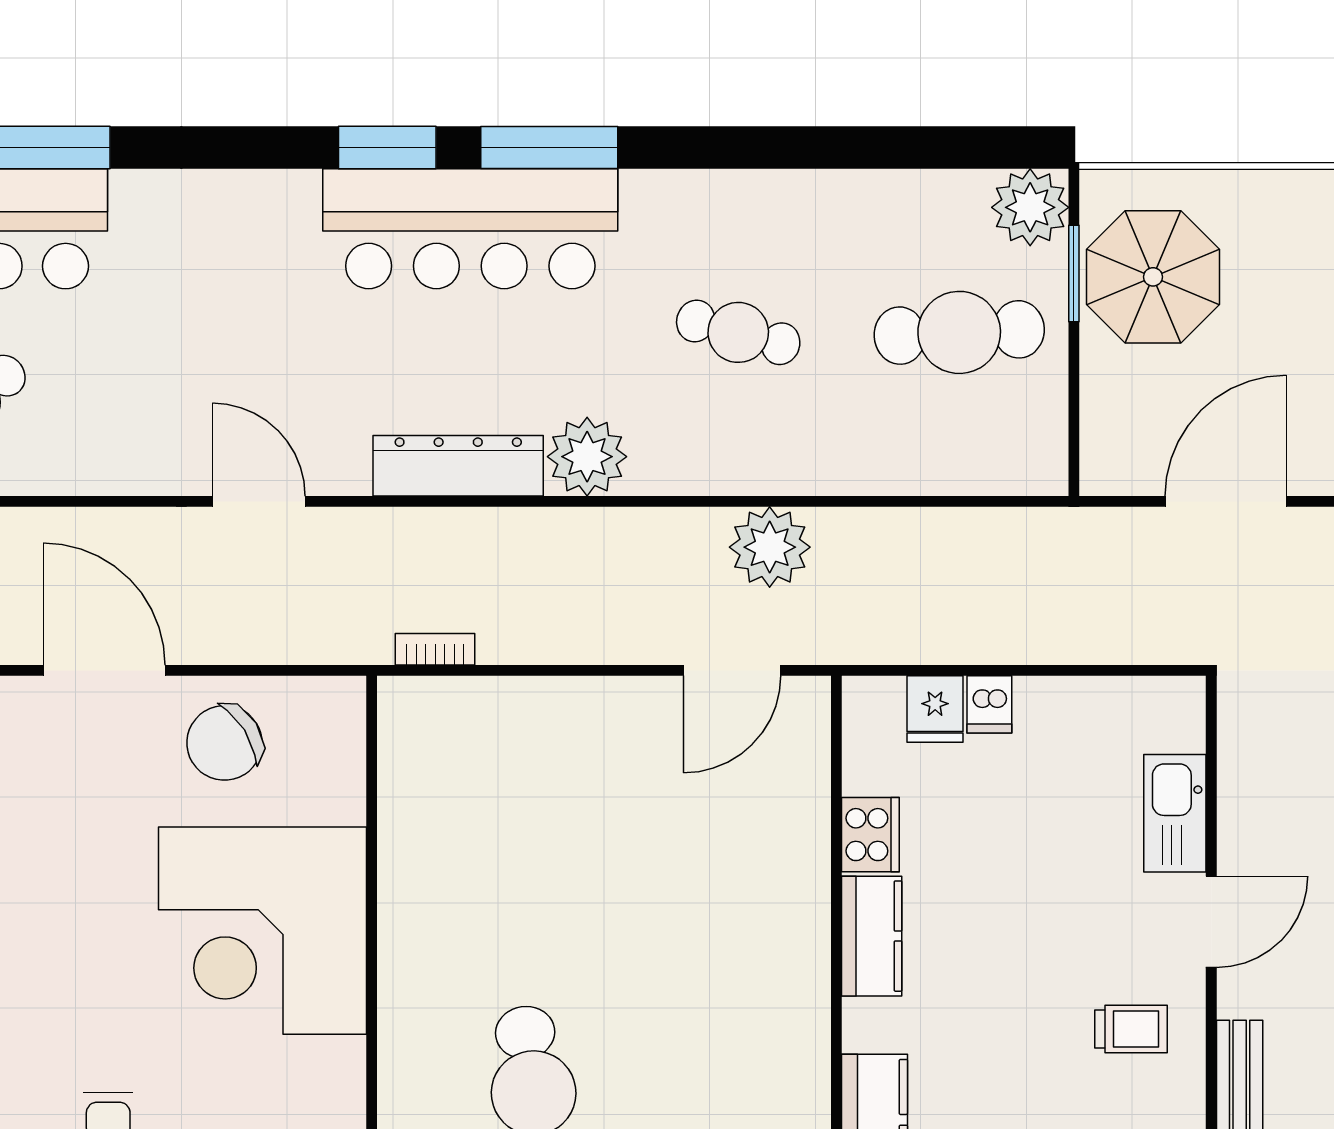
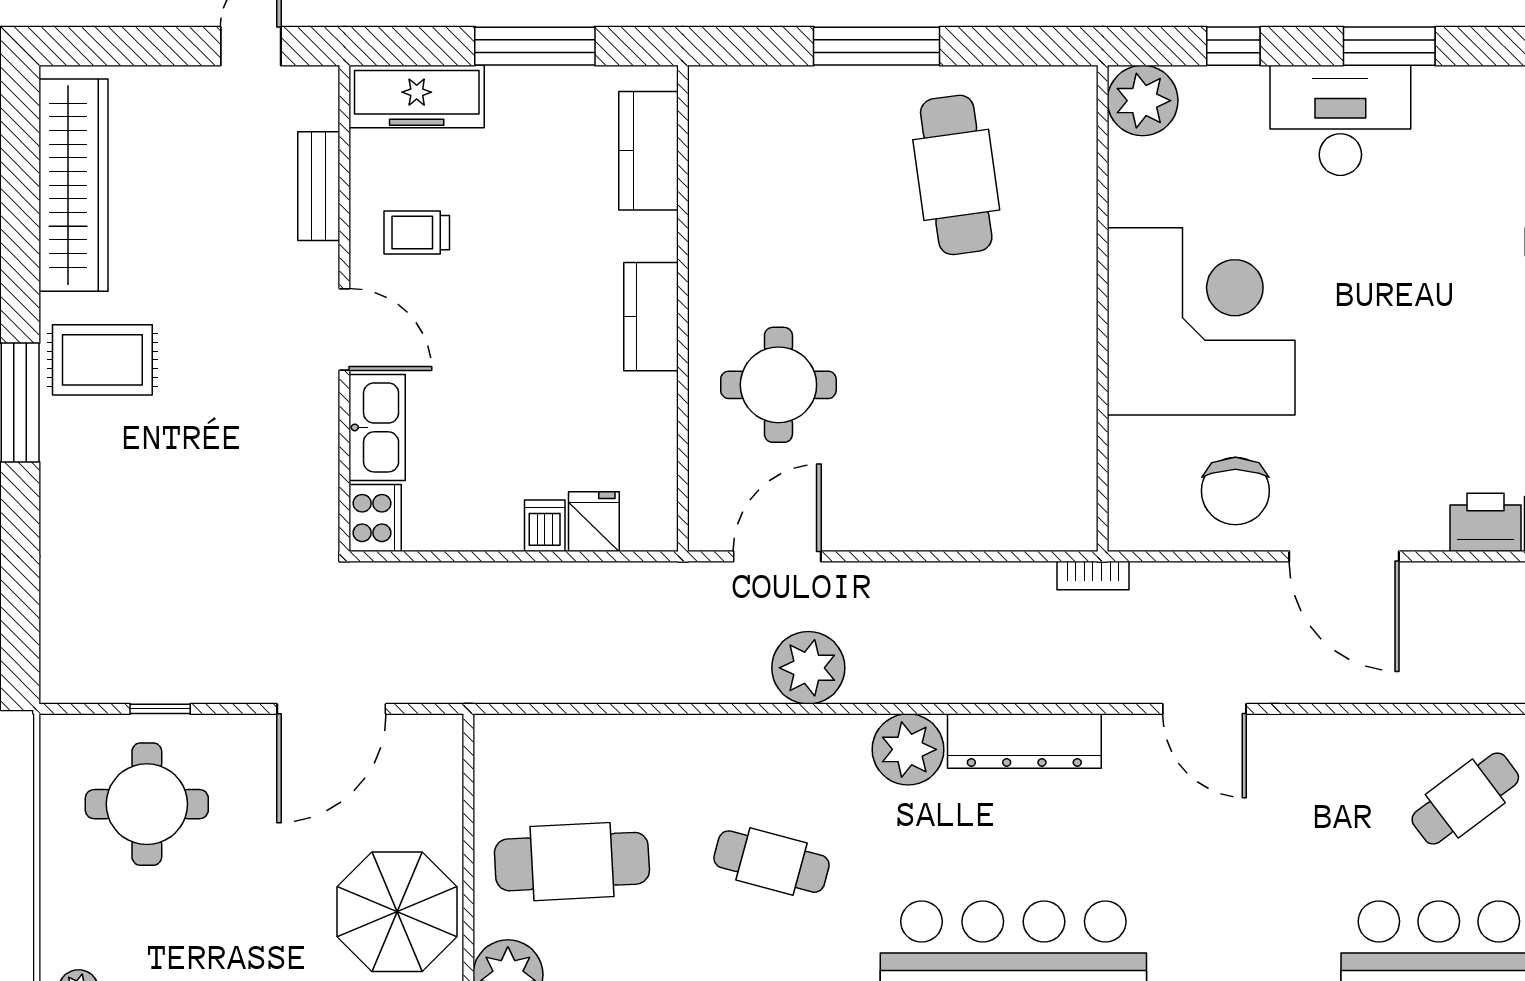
window: (1074, 273) -> (468, 915), removed
plant: (770, 547) -> (808, 668), moved
bookcase: (435, 649) -> (1093, 575), moved
chair: (224, 743) -> (1235, 491), turned 122
cooker: (870, 835) -> (375, 518), moved, turned 180
round table: (731, 860) -> (778, 385), added
door: (1211, 922) -> (344, 330), swing flipped

